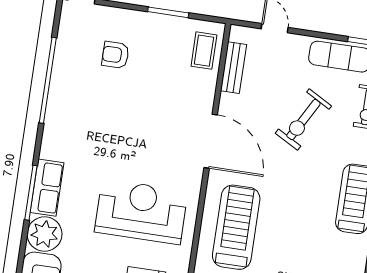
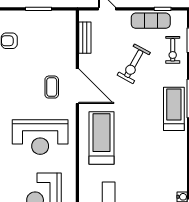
coffee table: (204, 51) -> (52, 87), moved
reception desk: (141, 212) -> (40, 137), turned 180

